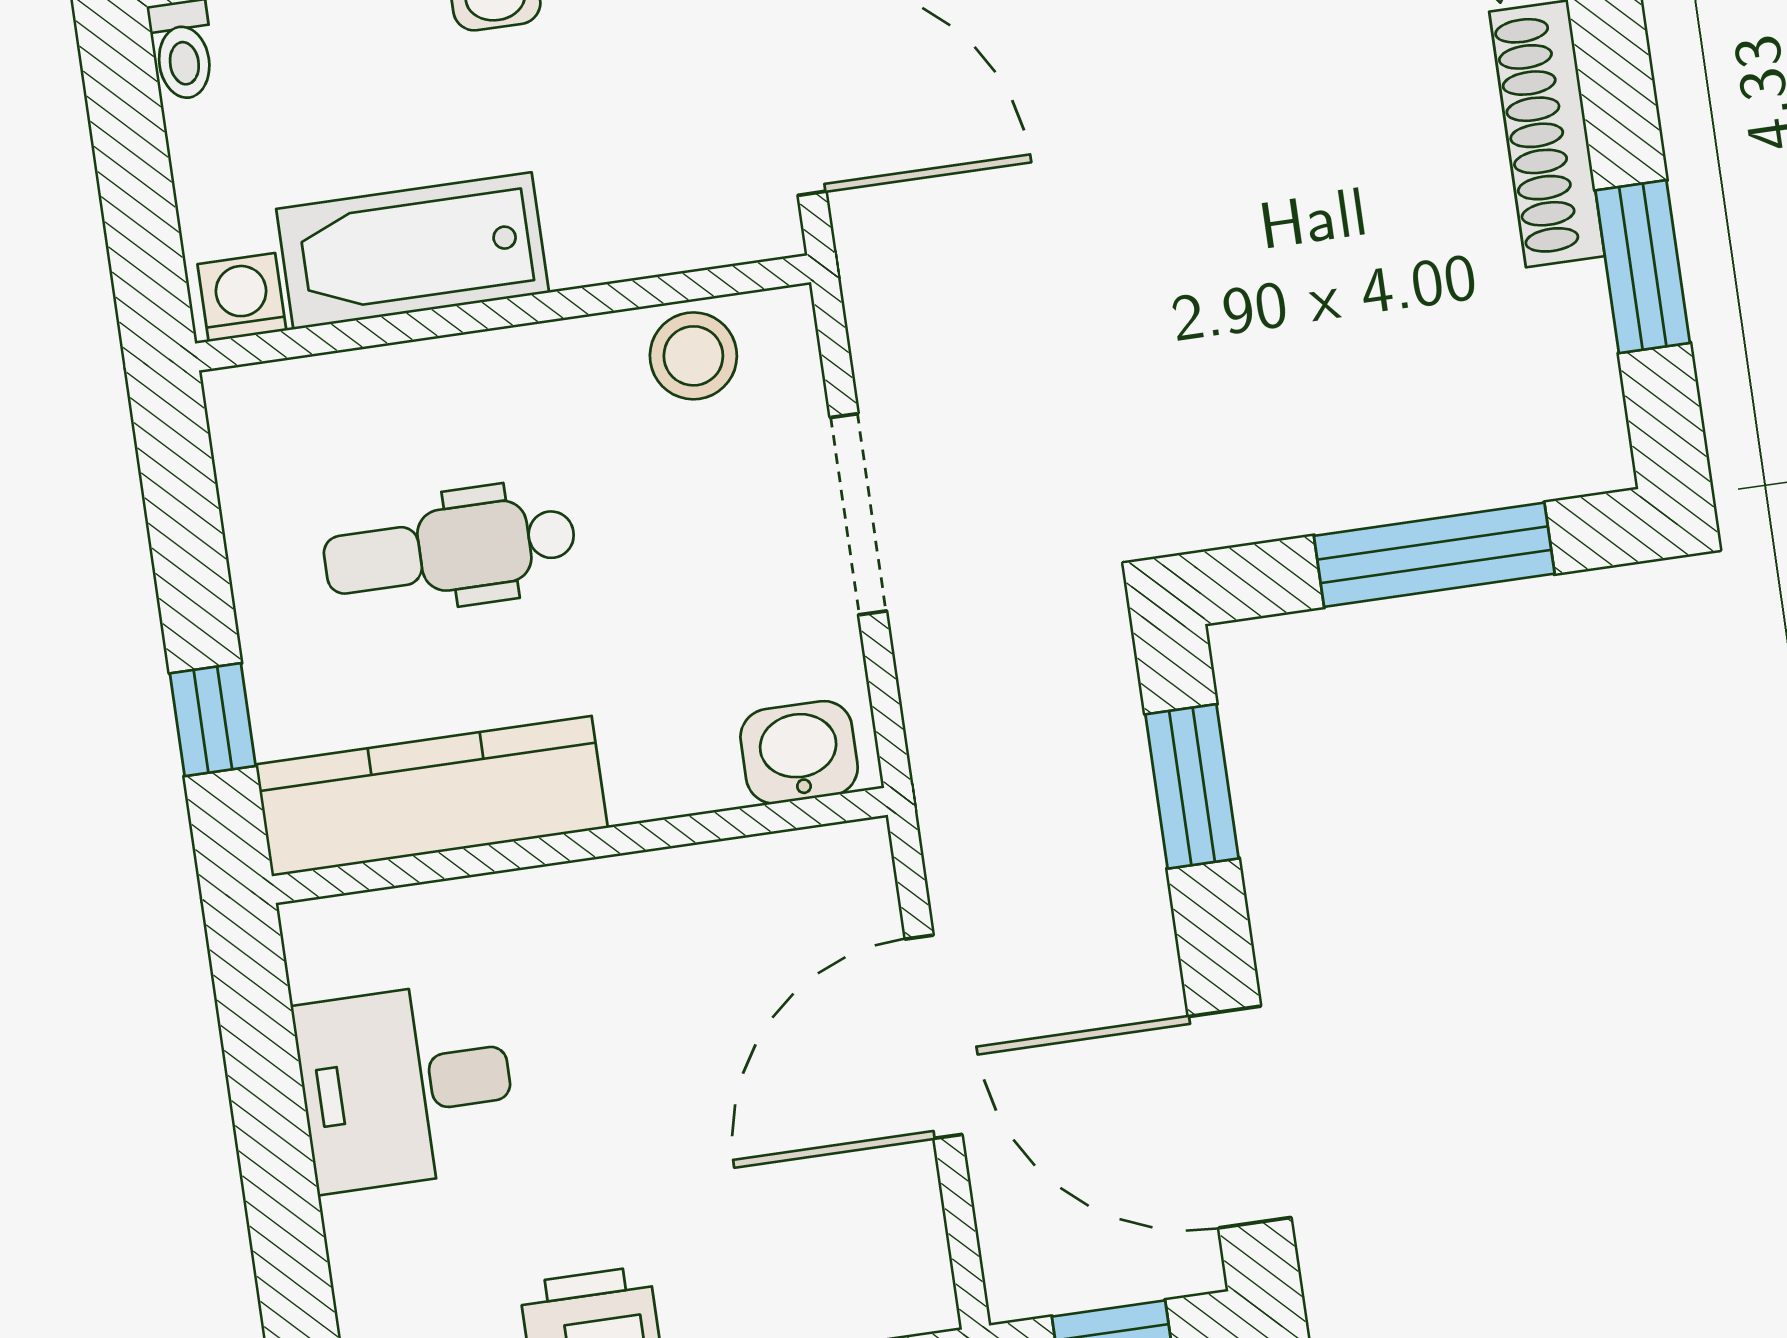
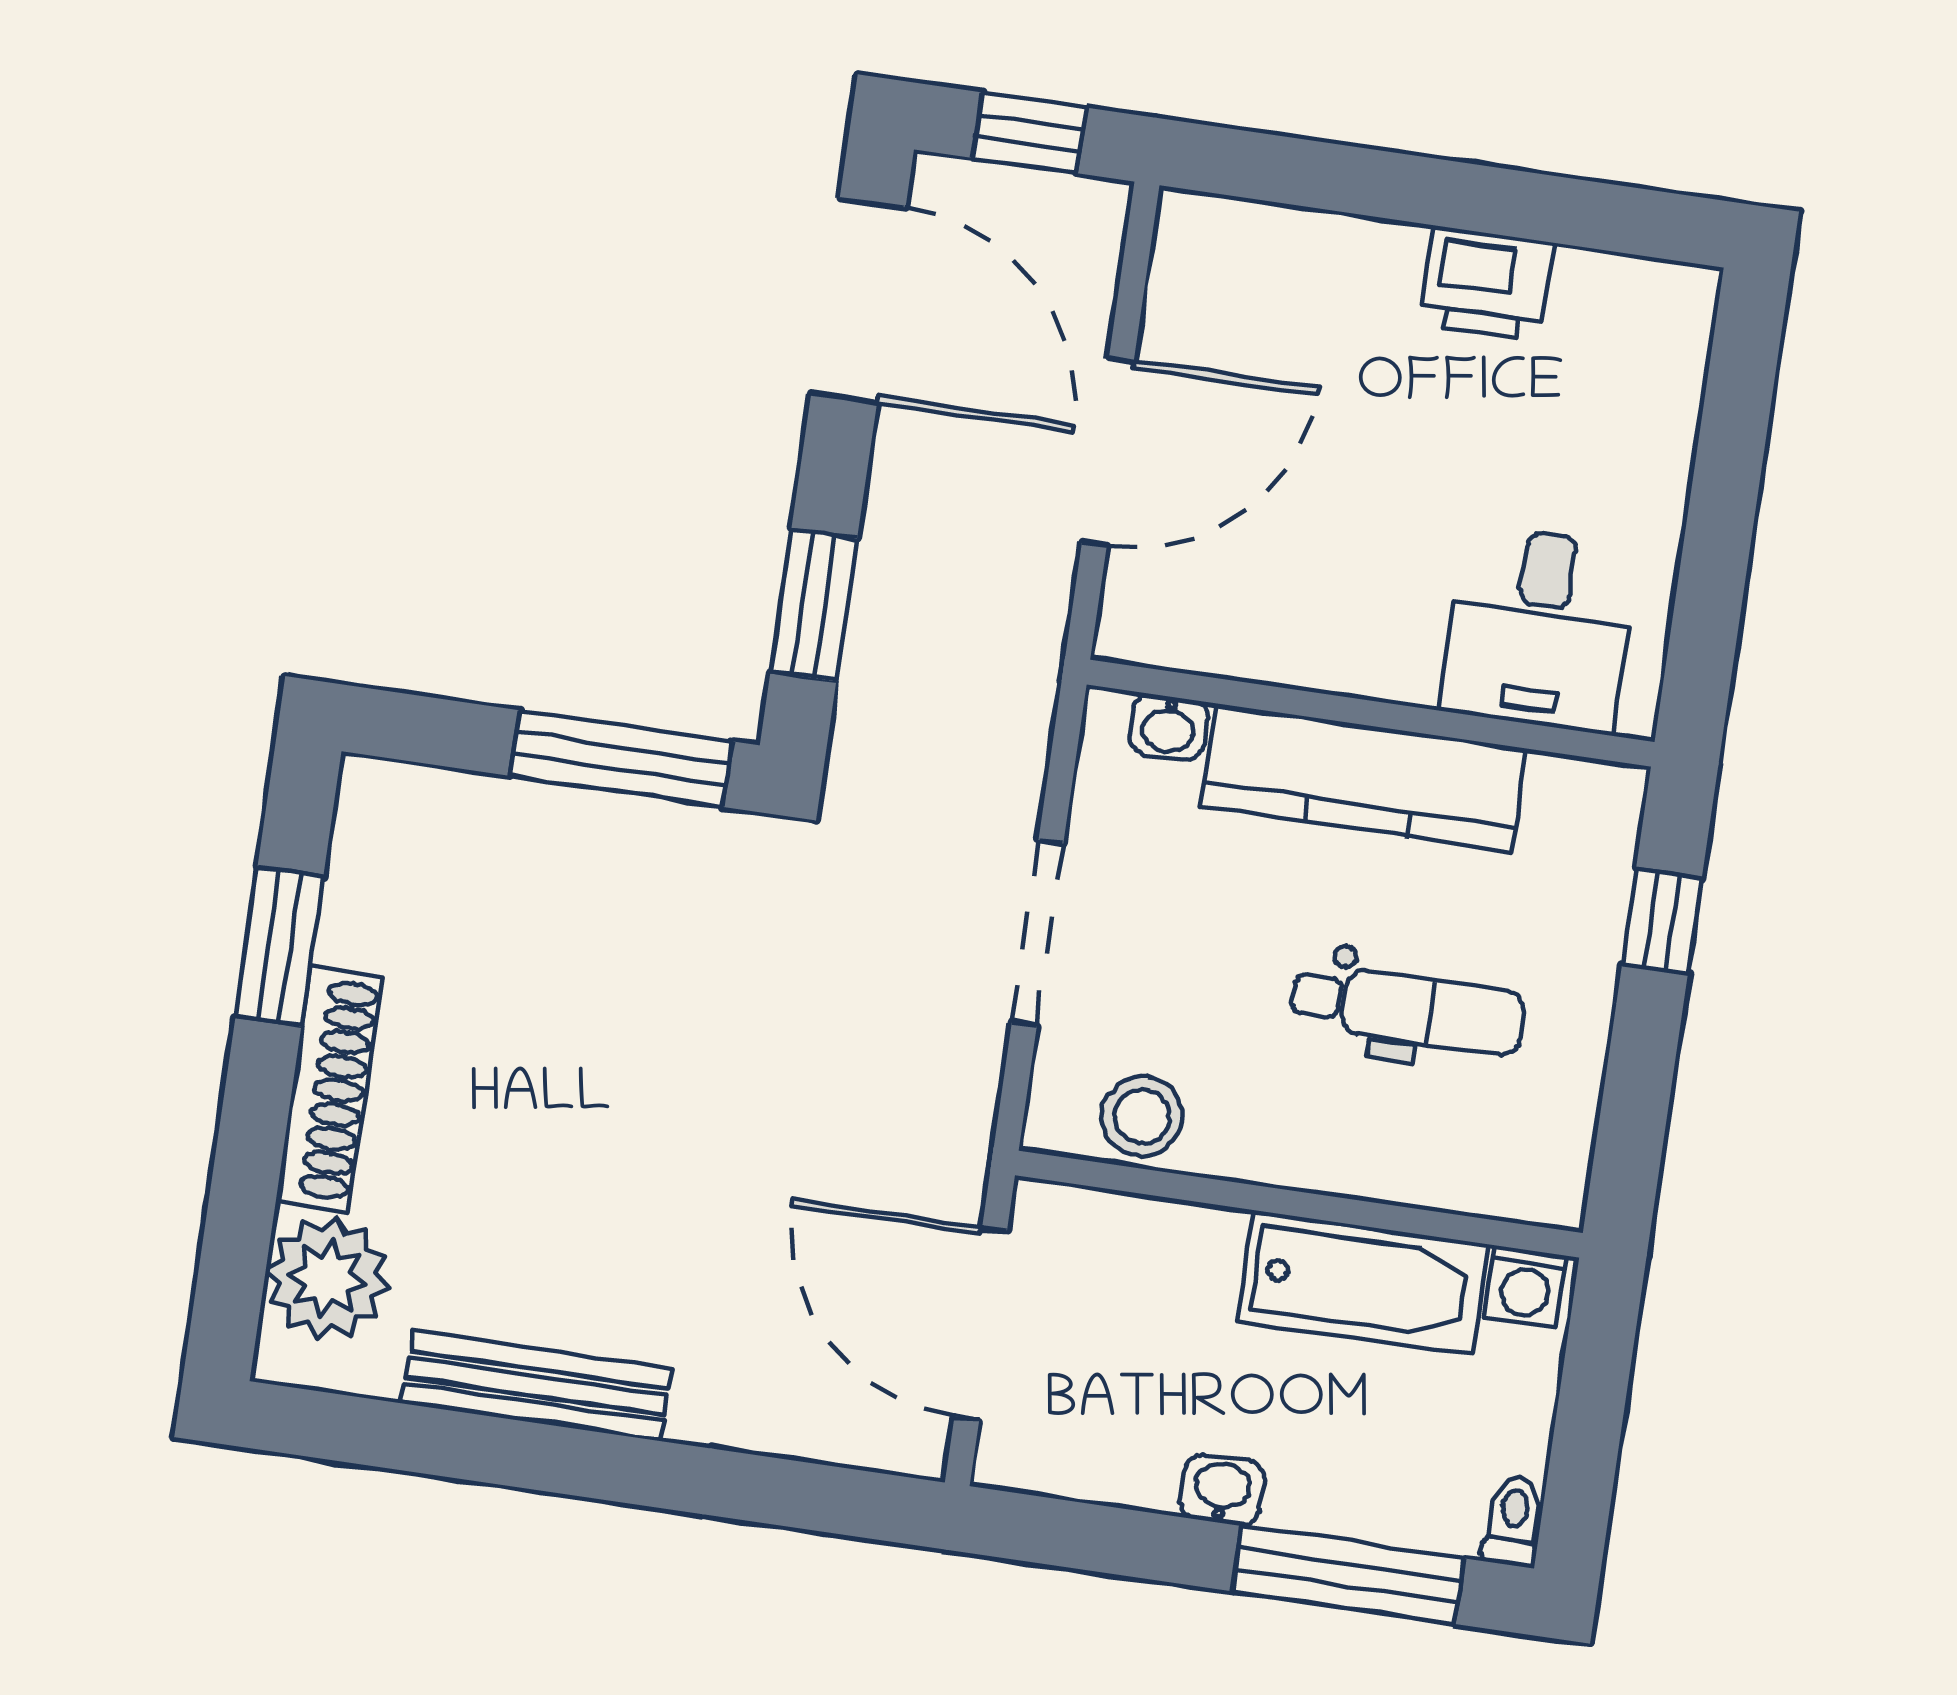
window: (1434, 555) -> (621, 759), moved
washbasin: (799, 752) -> (1168, 727), width x0.72, depth x0.69
kitchen counter: (432, 796) -> (1364, 778), moved
desk: (406, 1086) -> (1540, 629), moved, turned 90

